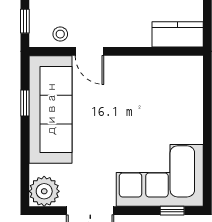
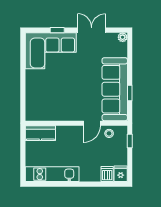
door: (89, 51) -> (92, 123), swing flipped
plant: (44, 191) -> (123, 37), width x0.53, depth x0.53
window: (172, 211) -> (57, 30), moved

